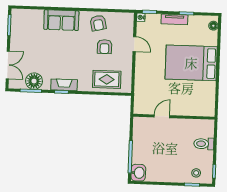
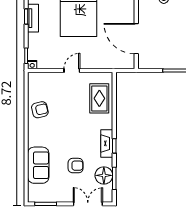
tv unit: (174, 19) -> (33, 18), moved
sofa: (61, 20) -> (38, 165), moved
door: (134, 44) -> (72, 71), moved
armchair: (105, 47) -> (76, 166), moved
door: (162, 116) -> (136, 39), width x1.87

